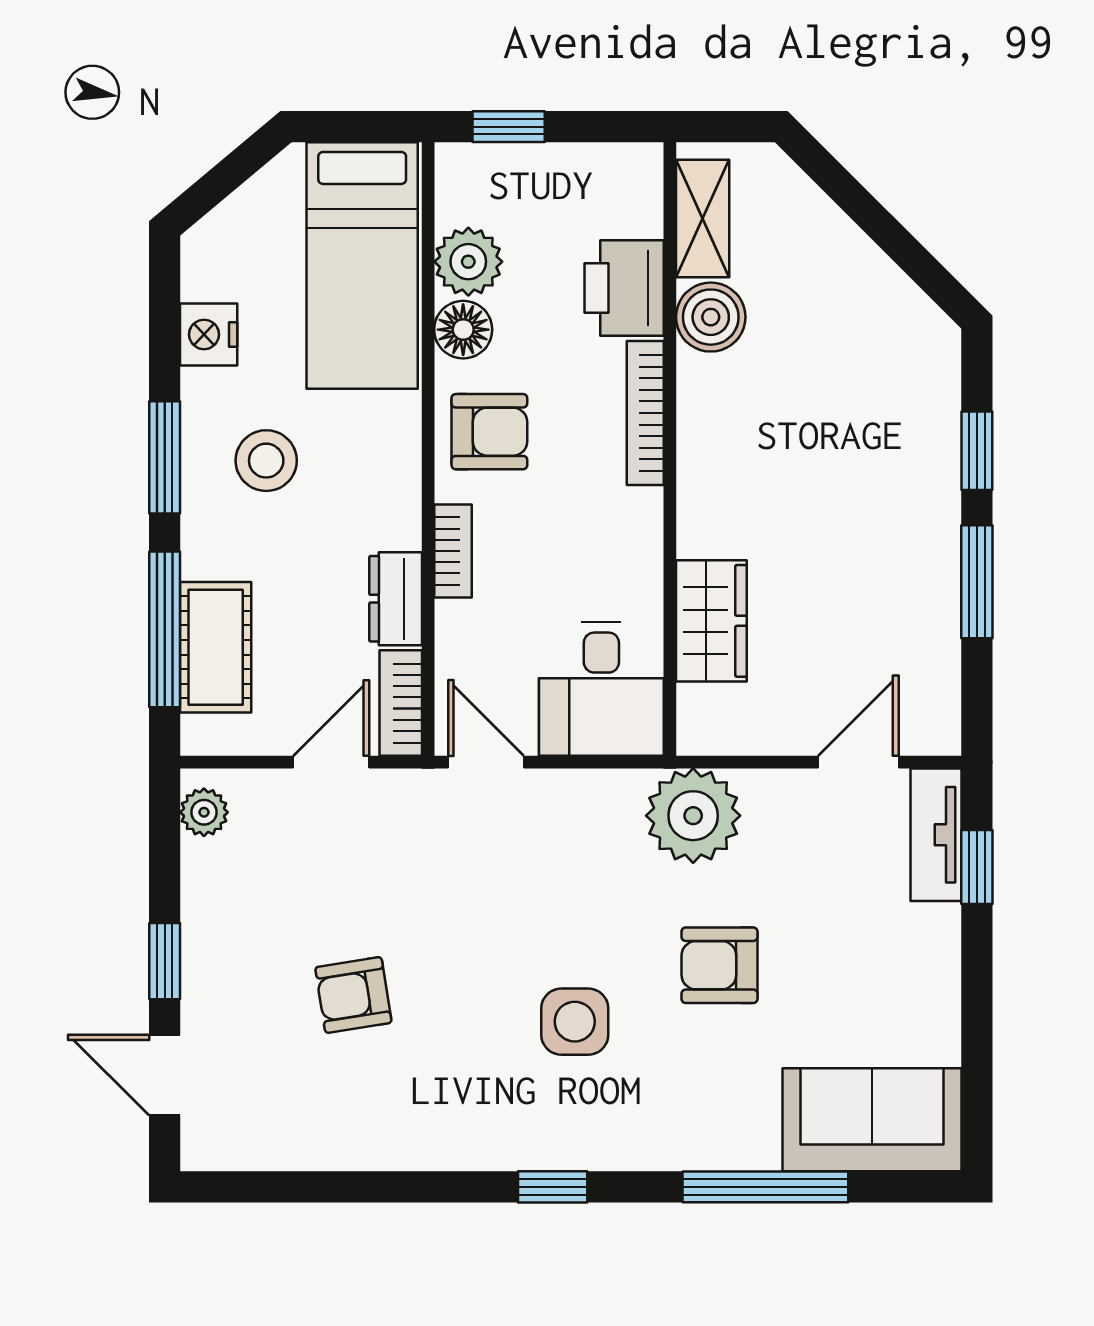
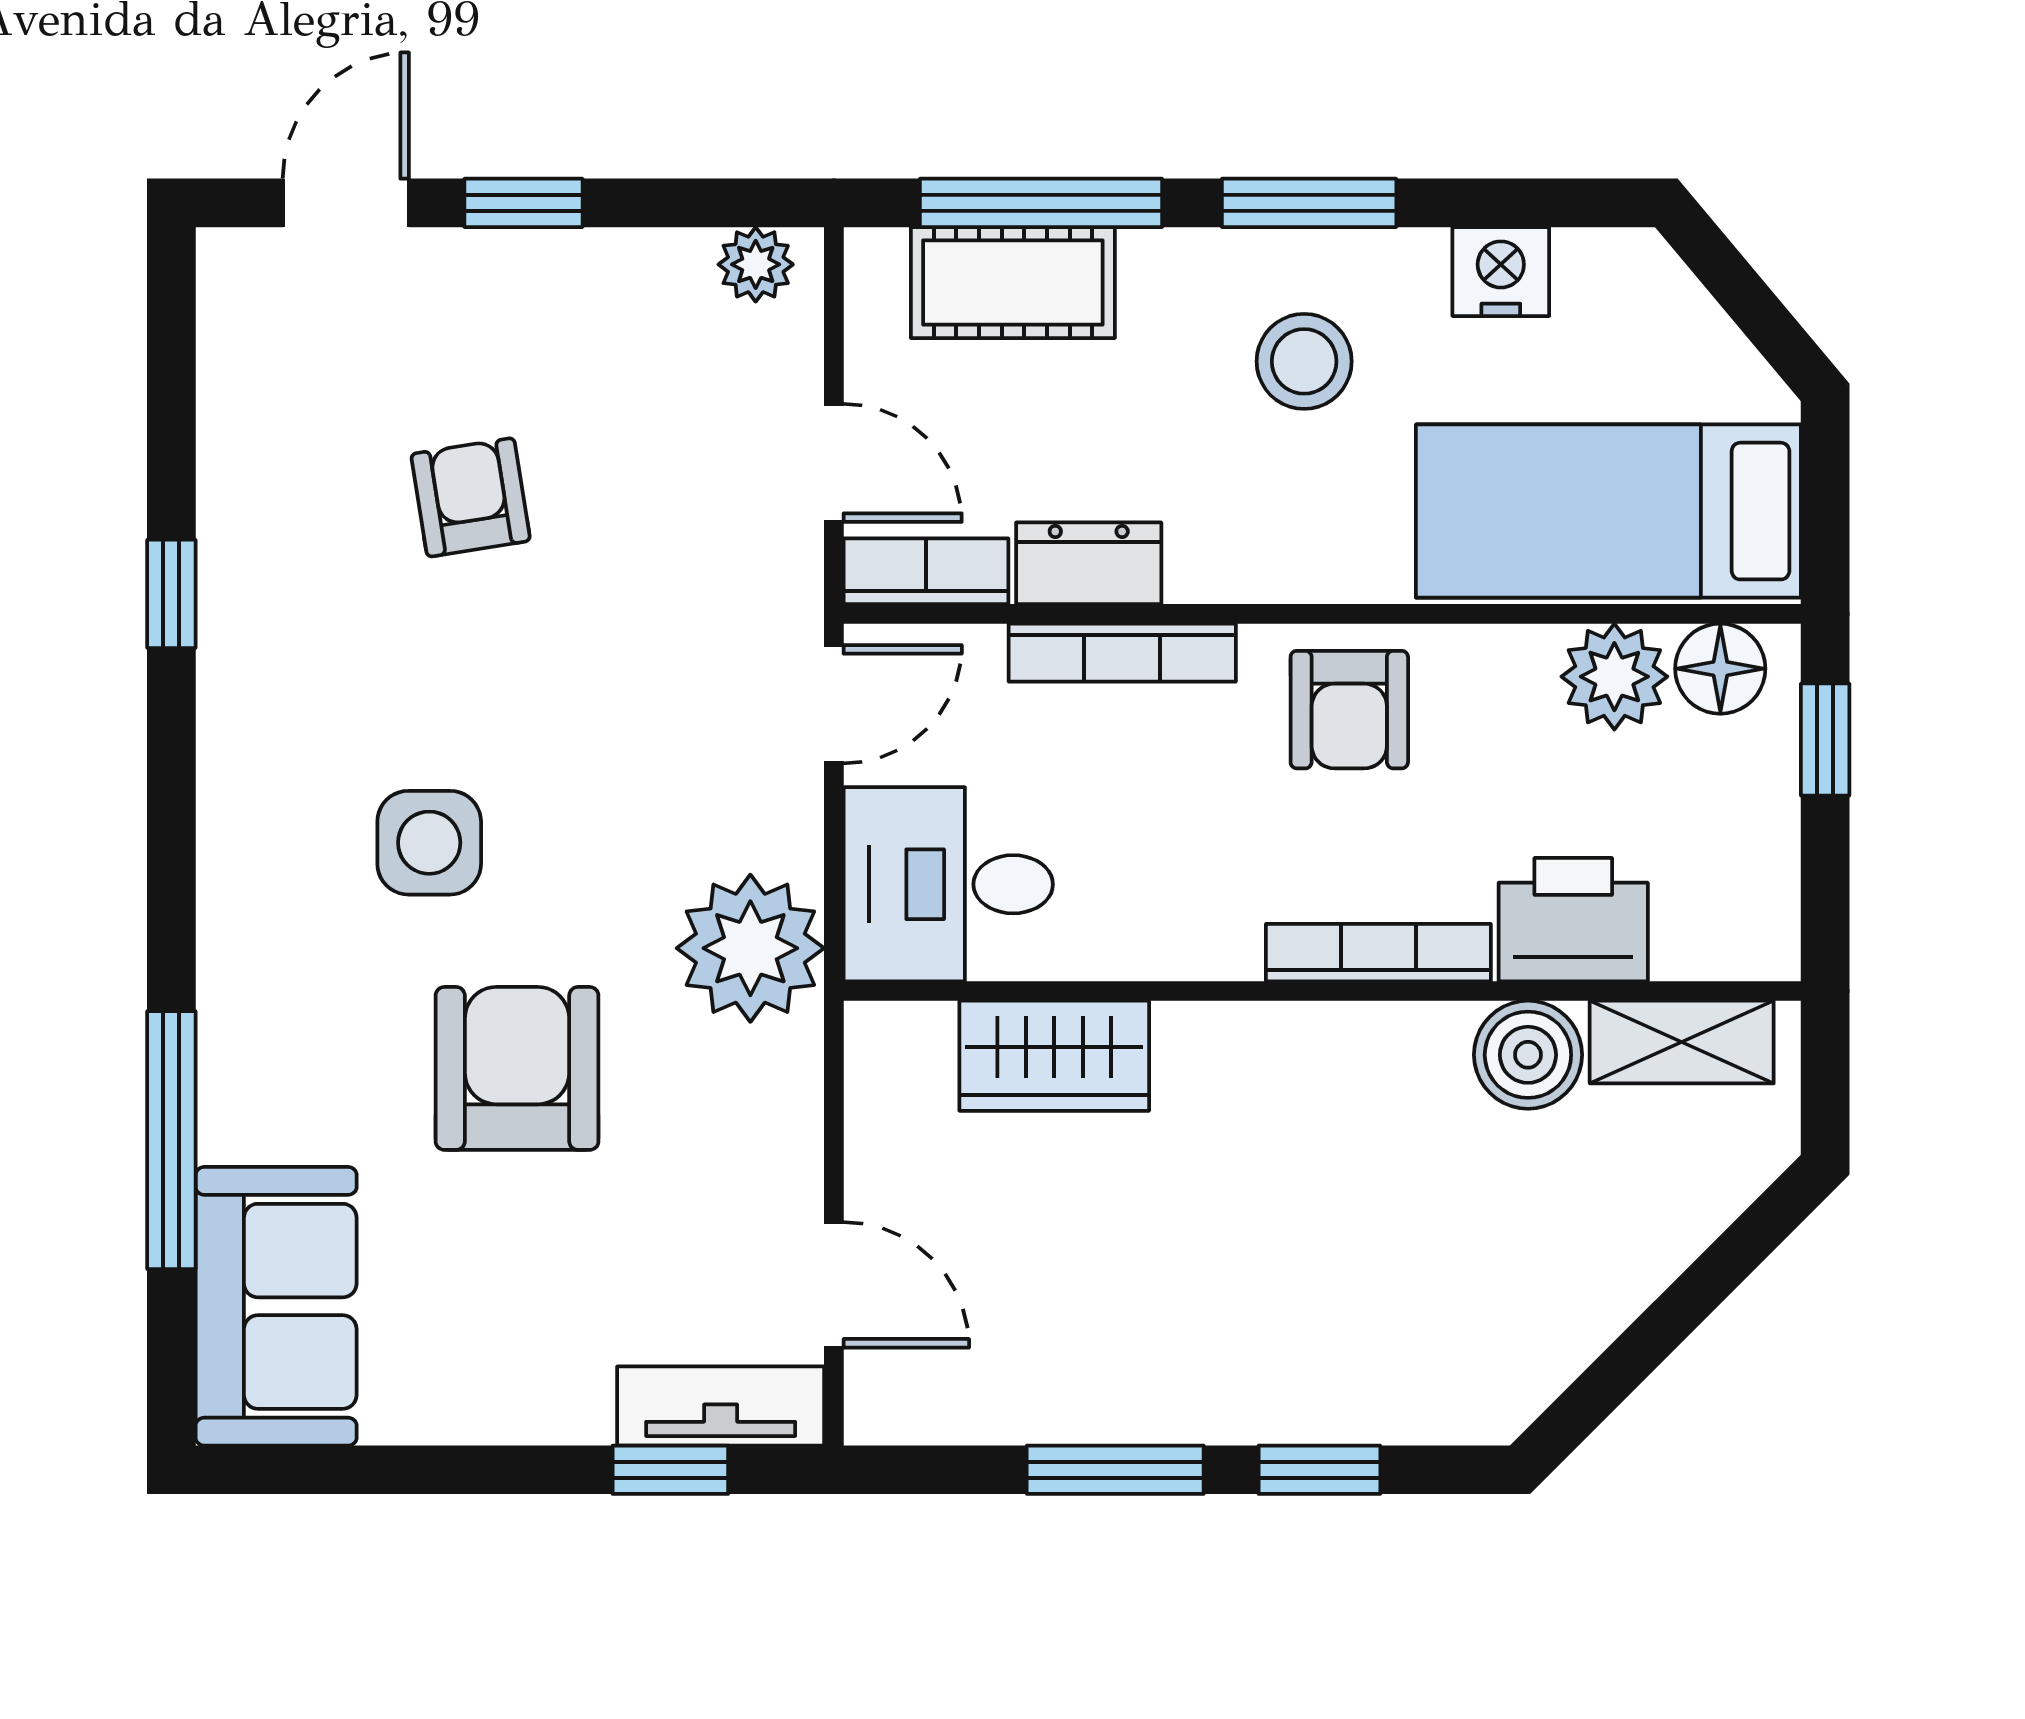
floor lamp: (463, 330) -> (1720, 669), moved
bookcase: (453, 551) -> (1122, 653), width x1.56
plant: (693, 816) -> (750, 948), moved
armchair: (719, 965) -> (517, 1068), width x1.38, depth x1.38
window: (553, 1187) -> (171, 594), moved

